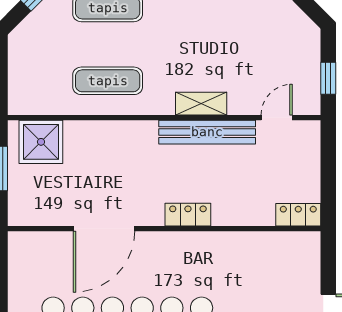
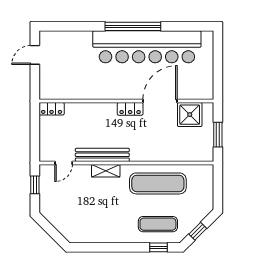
exercise mat: (108, 81) -> (158, 183), width x1.36, depth x1.45
shower: (41, 142) -> (190, 115), moved
locker: (188, 215) -> (130, 109), moved

